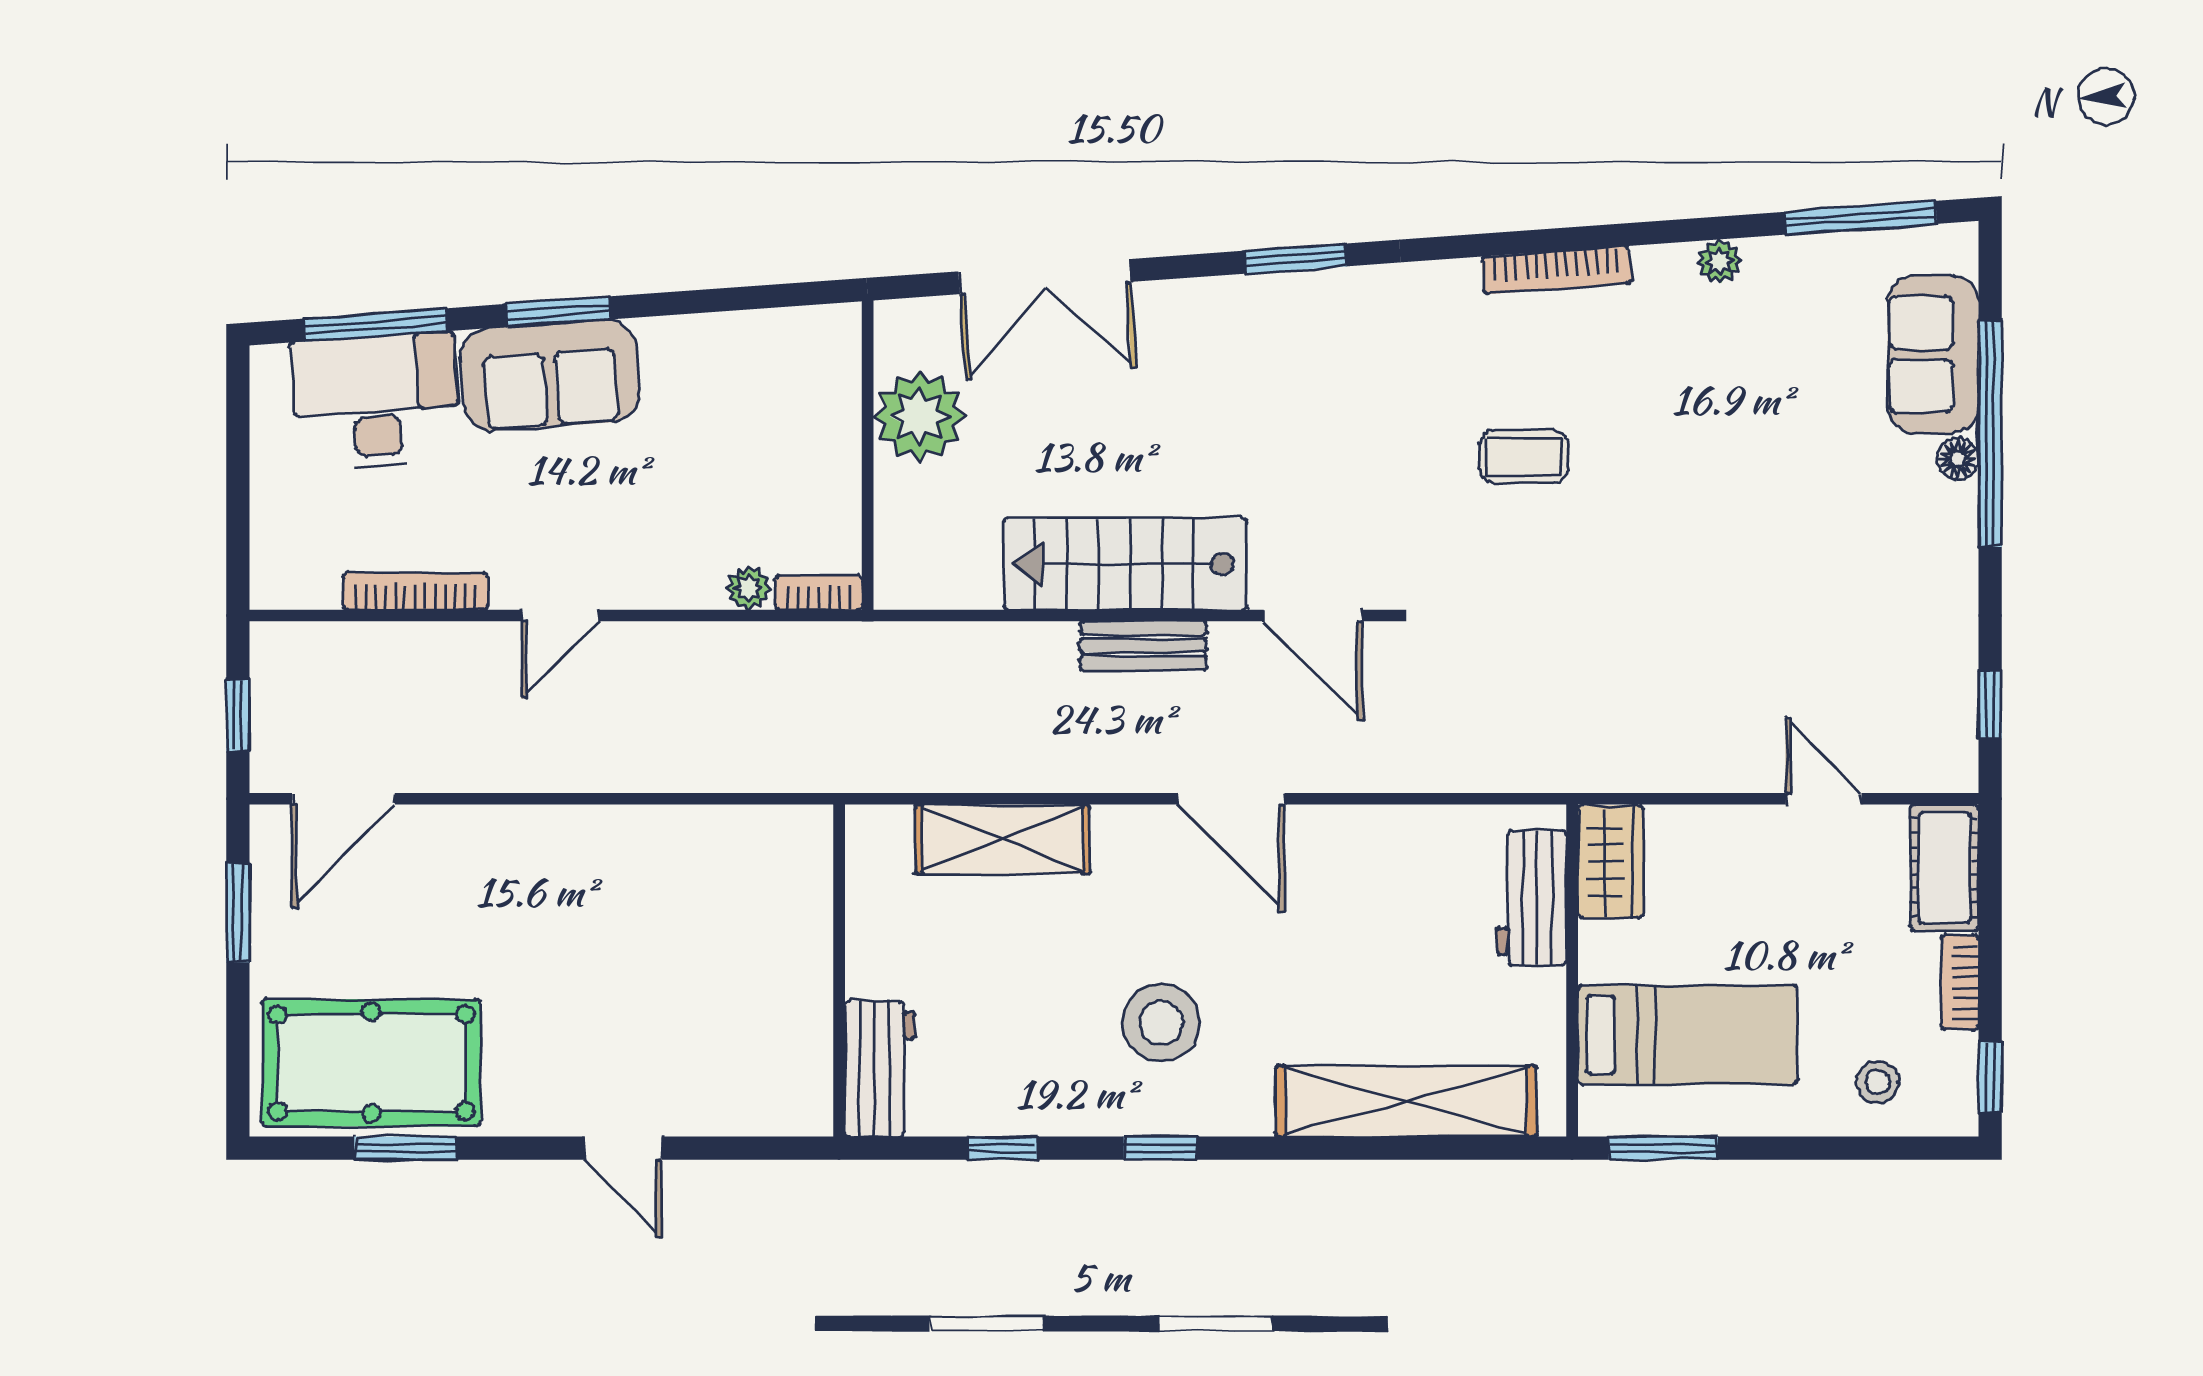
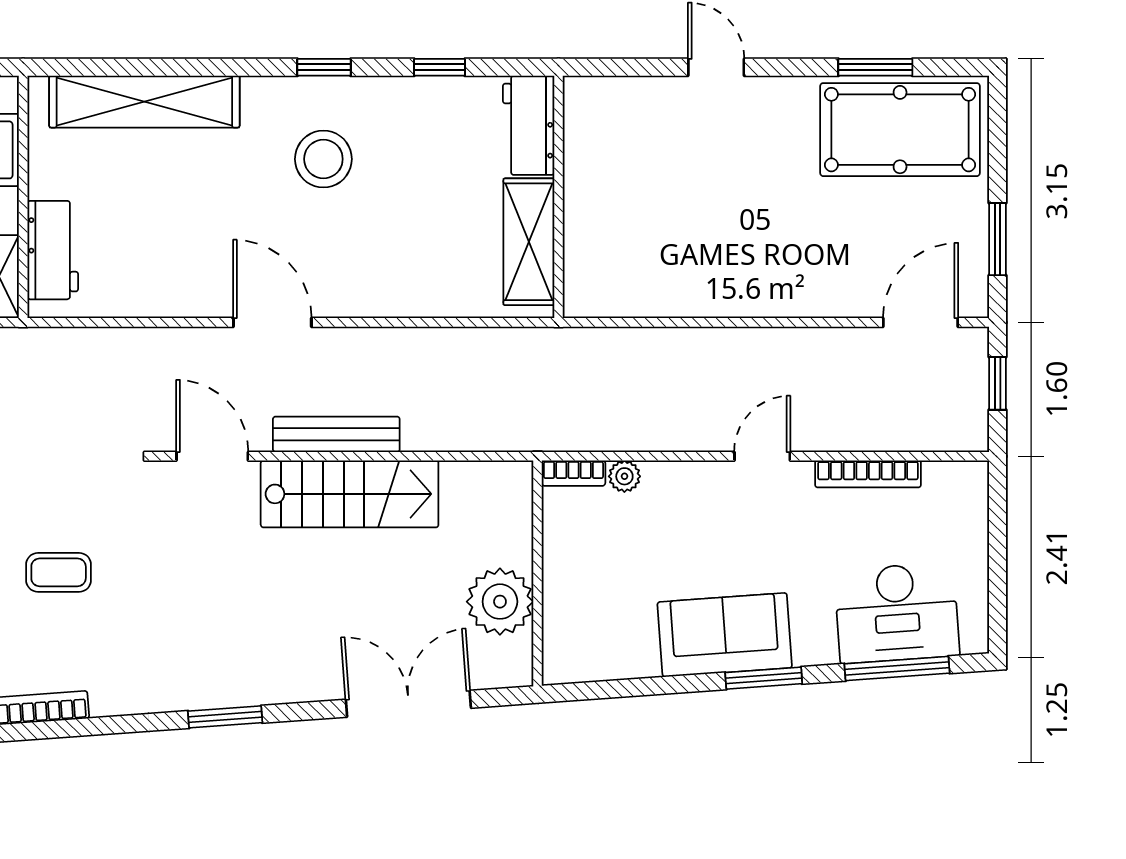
sofa: (550, 375) -> (725, 635), moved
bench: (1143, 646) -> (336, 434), width x1.36
shelving: (1003, 839) -> (529, 242), moved, turned 90

